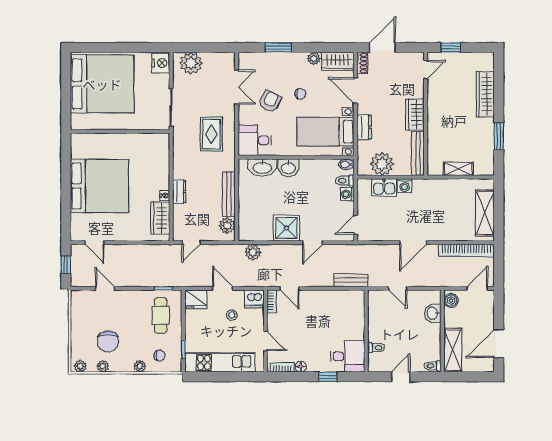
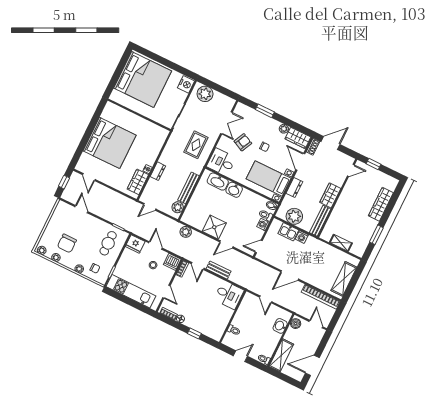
bench: (351, 280) -> (219, 270), moved
door: (477, 288) -> (316, 324), hinge flipped
desk: (348, 356) -> (229, 295), moved

